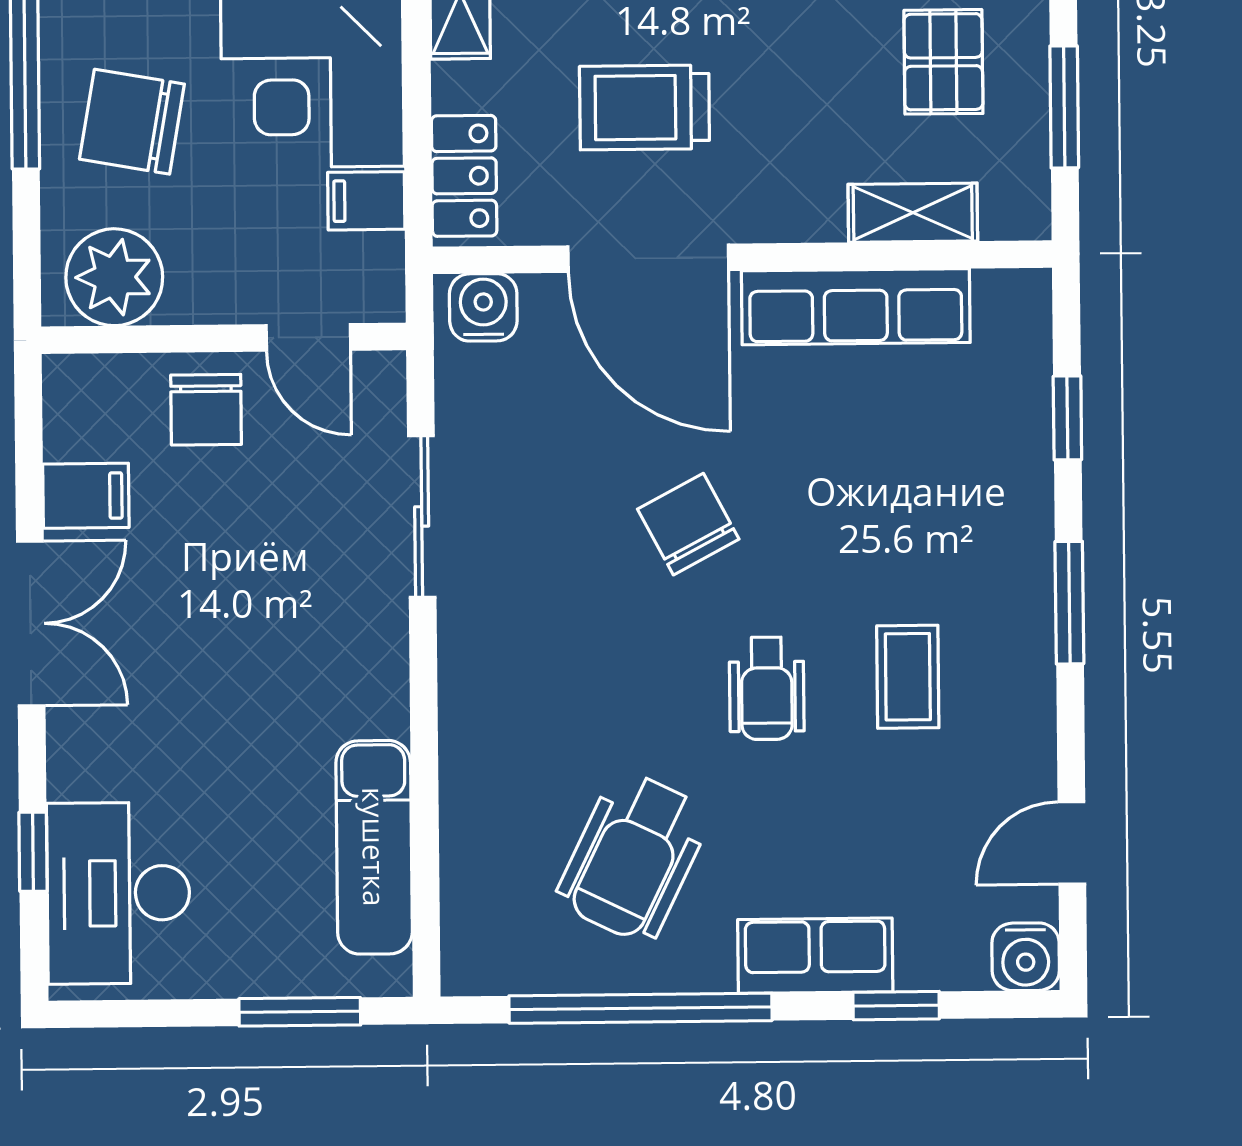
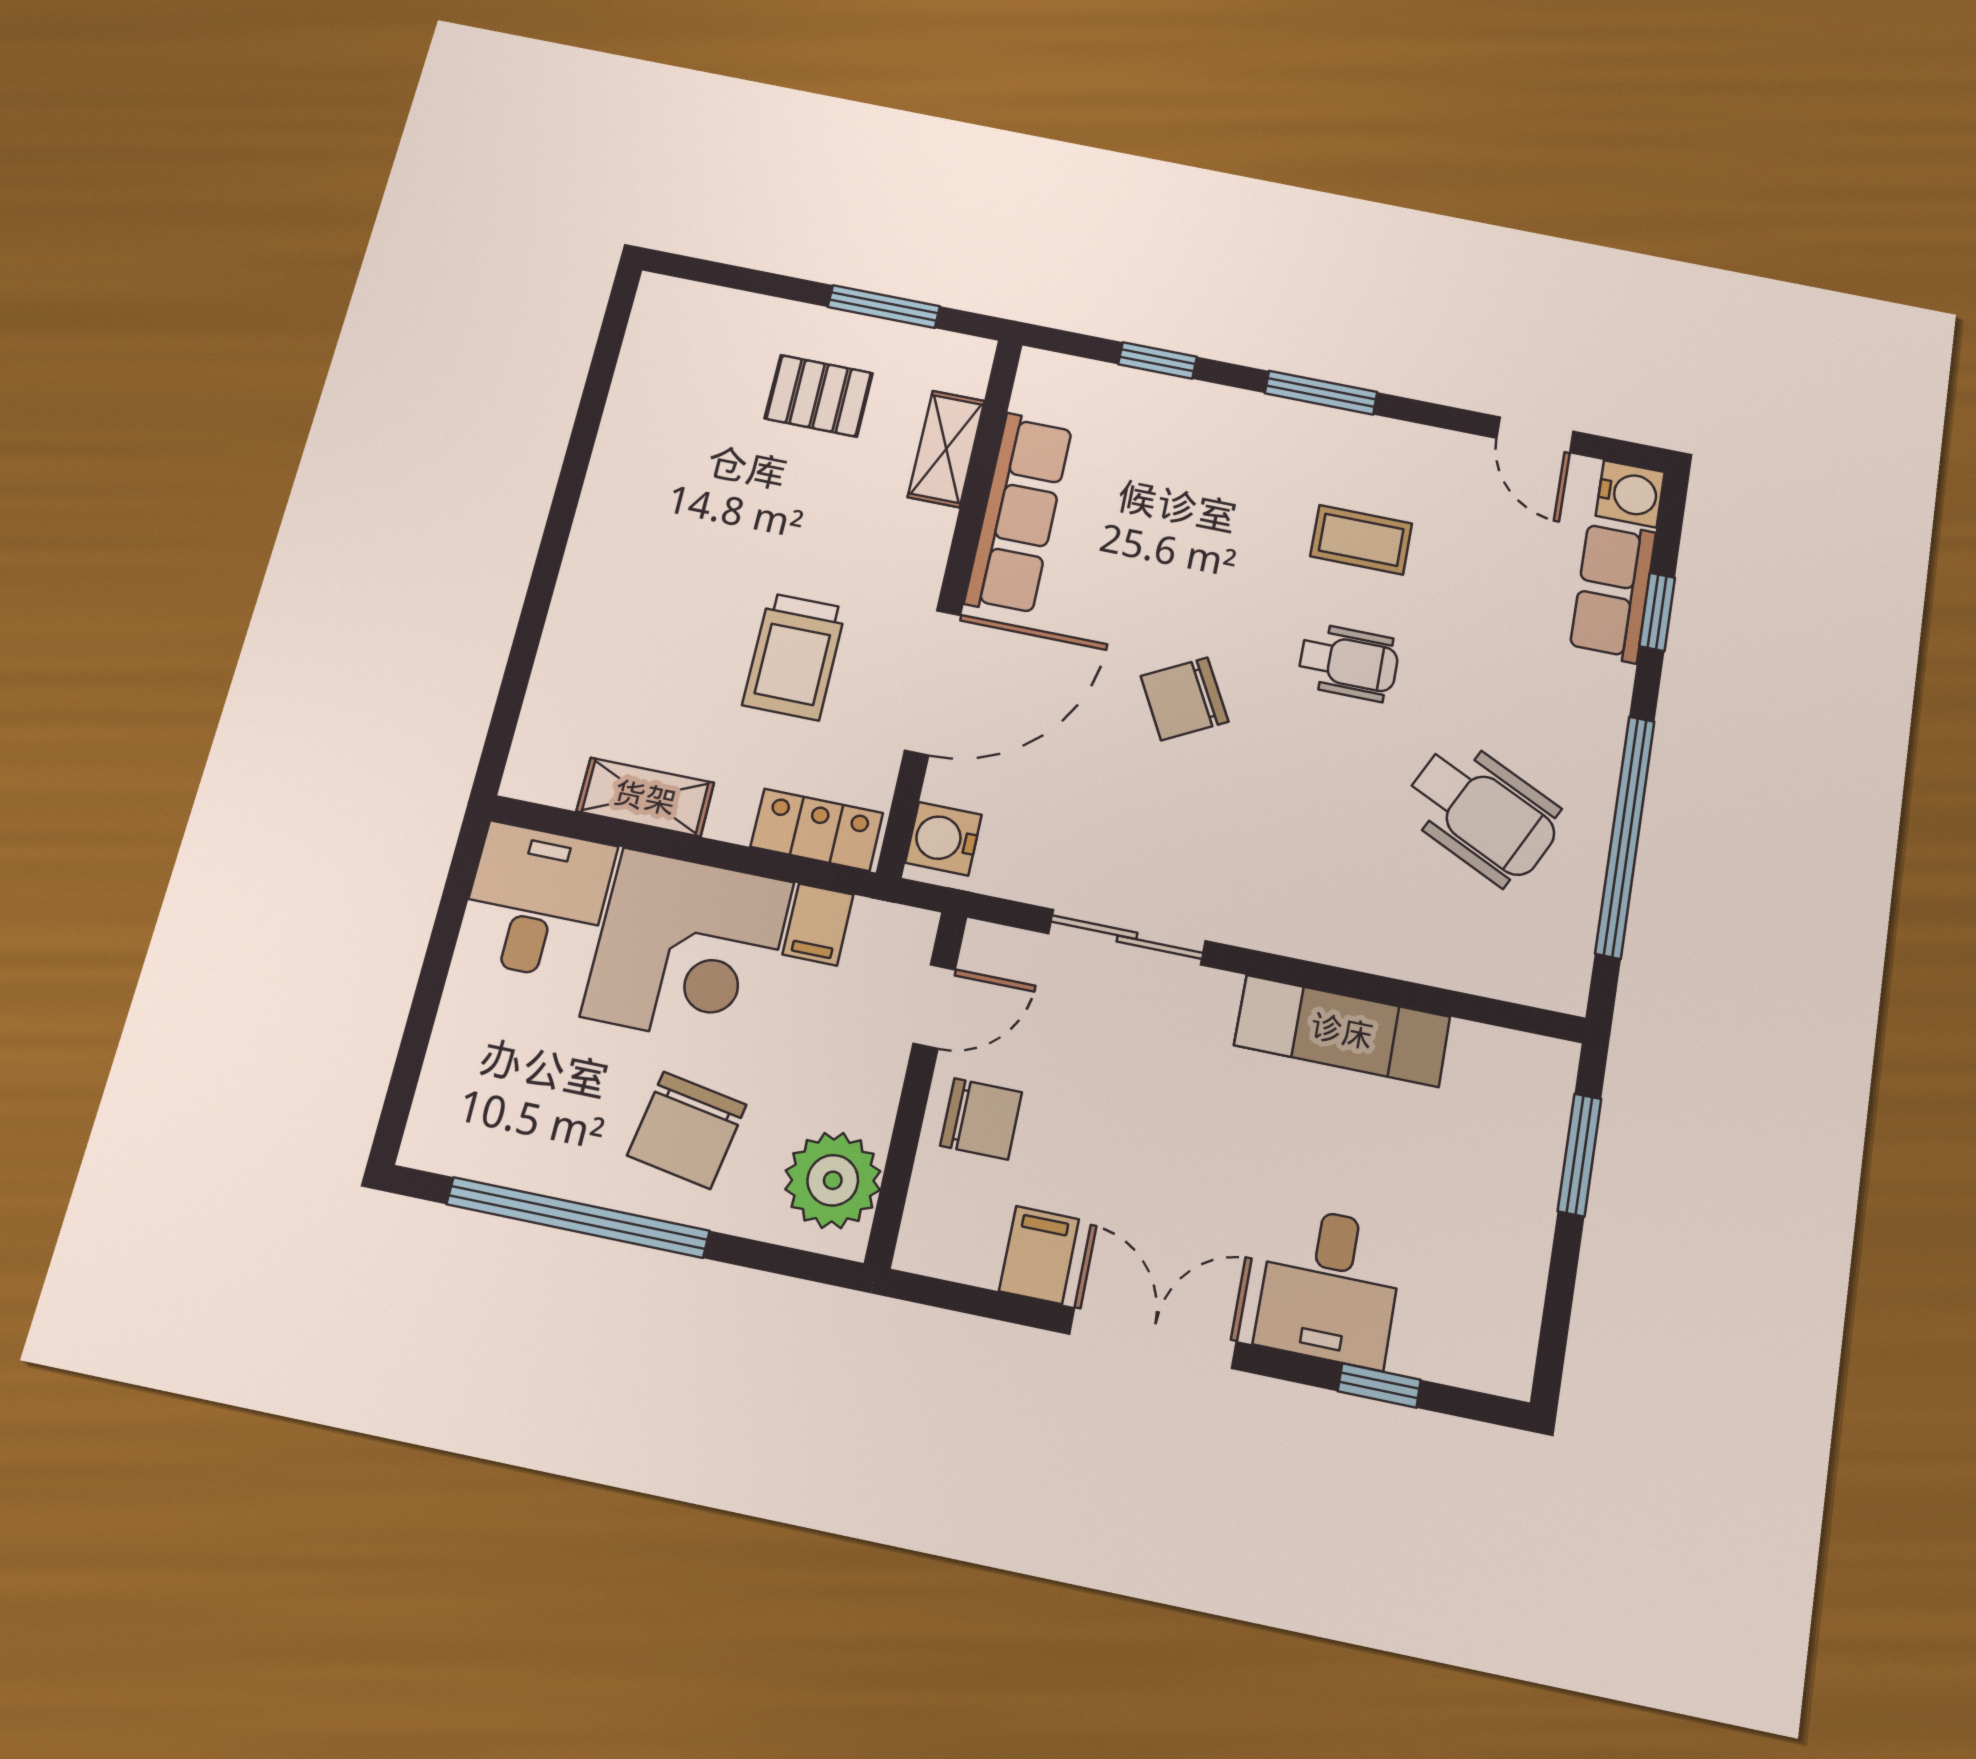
exam couch: (374, 847) -> (1342, 1031), moved
desk: (118, 893) -> (1330, 1286), moved, width x0.73
row of seats: (815, 956) -> (1613, 591), moved

